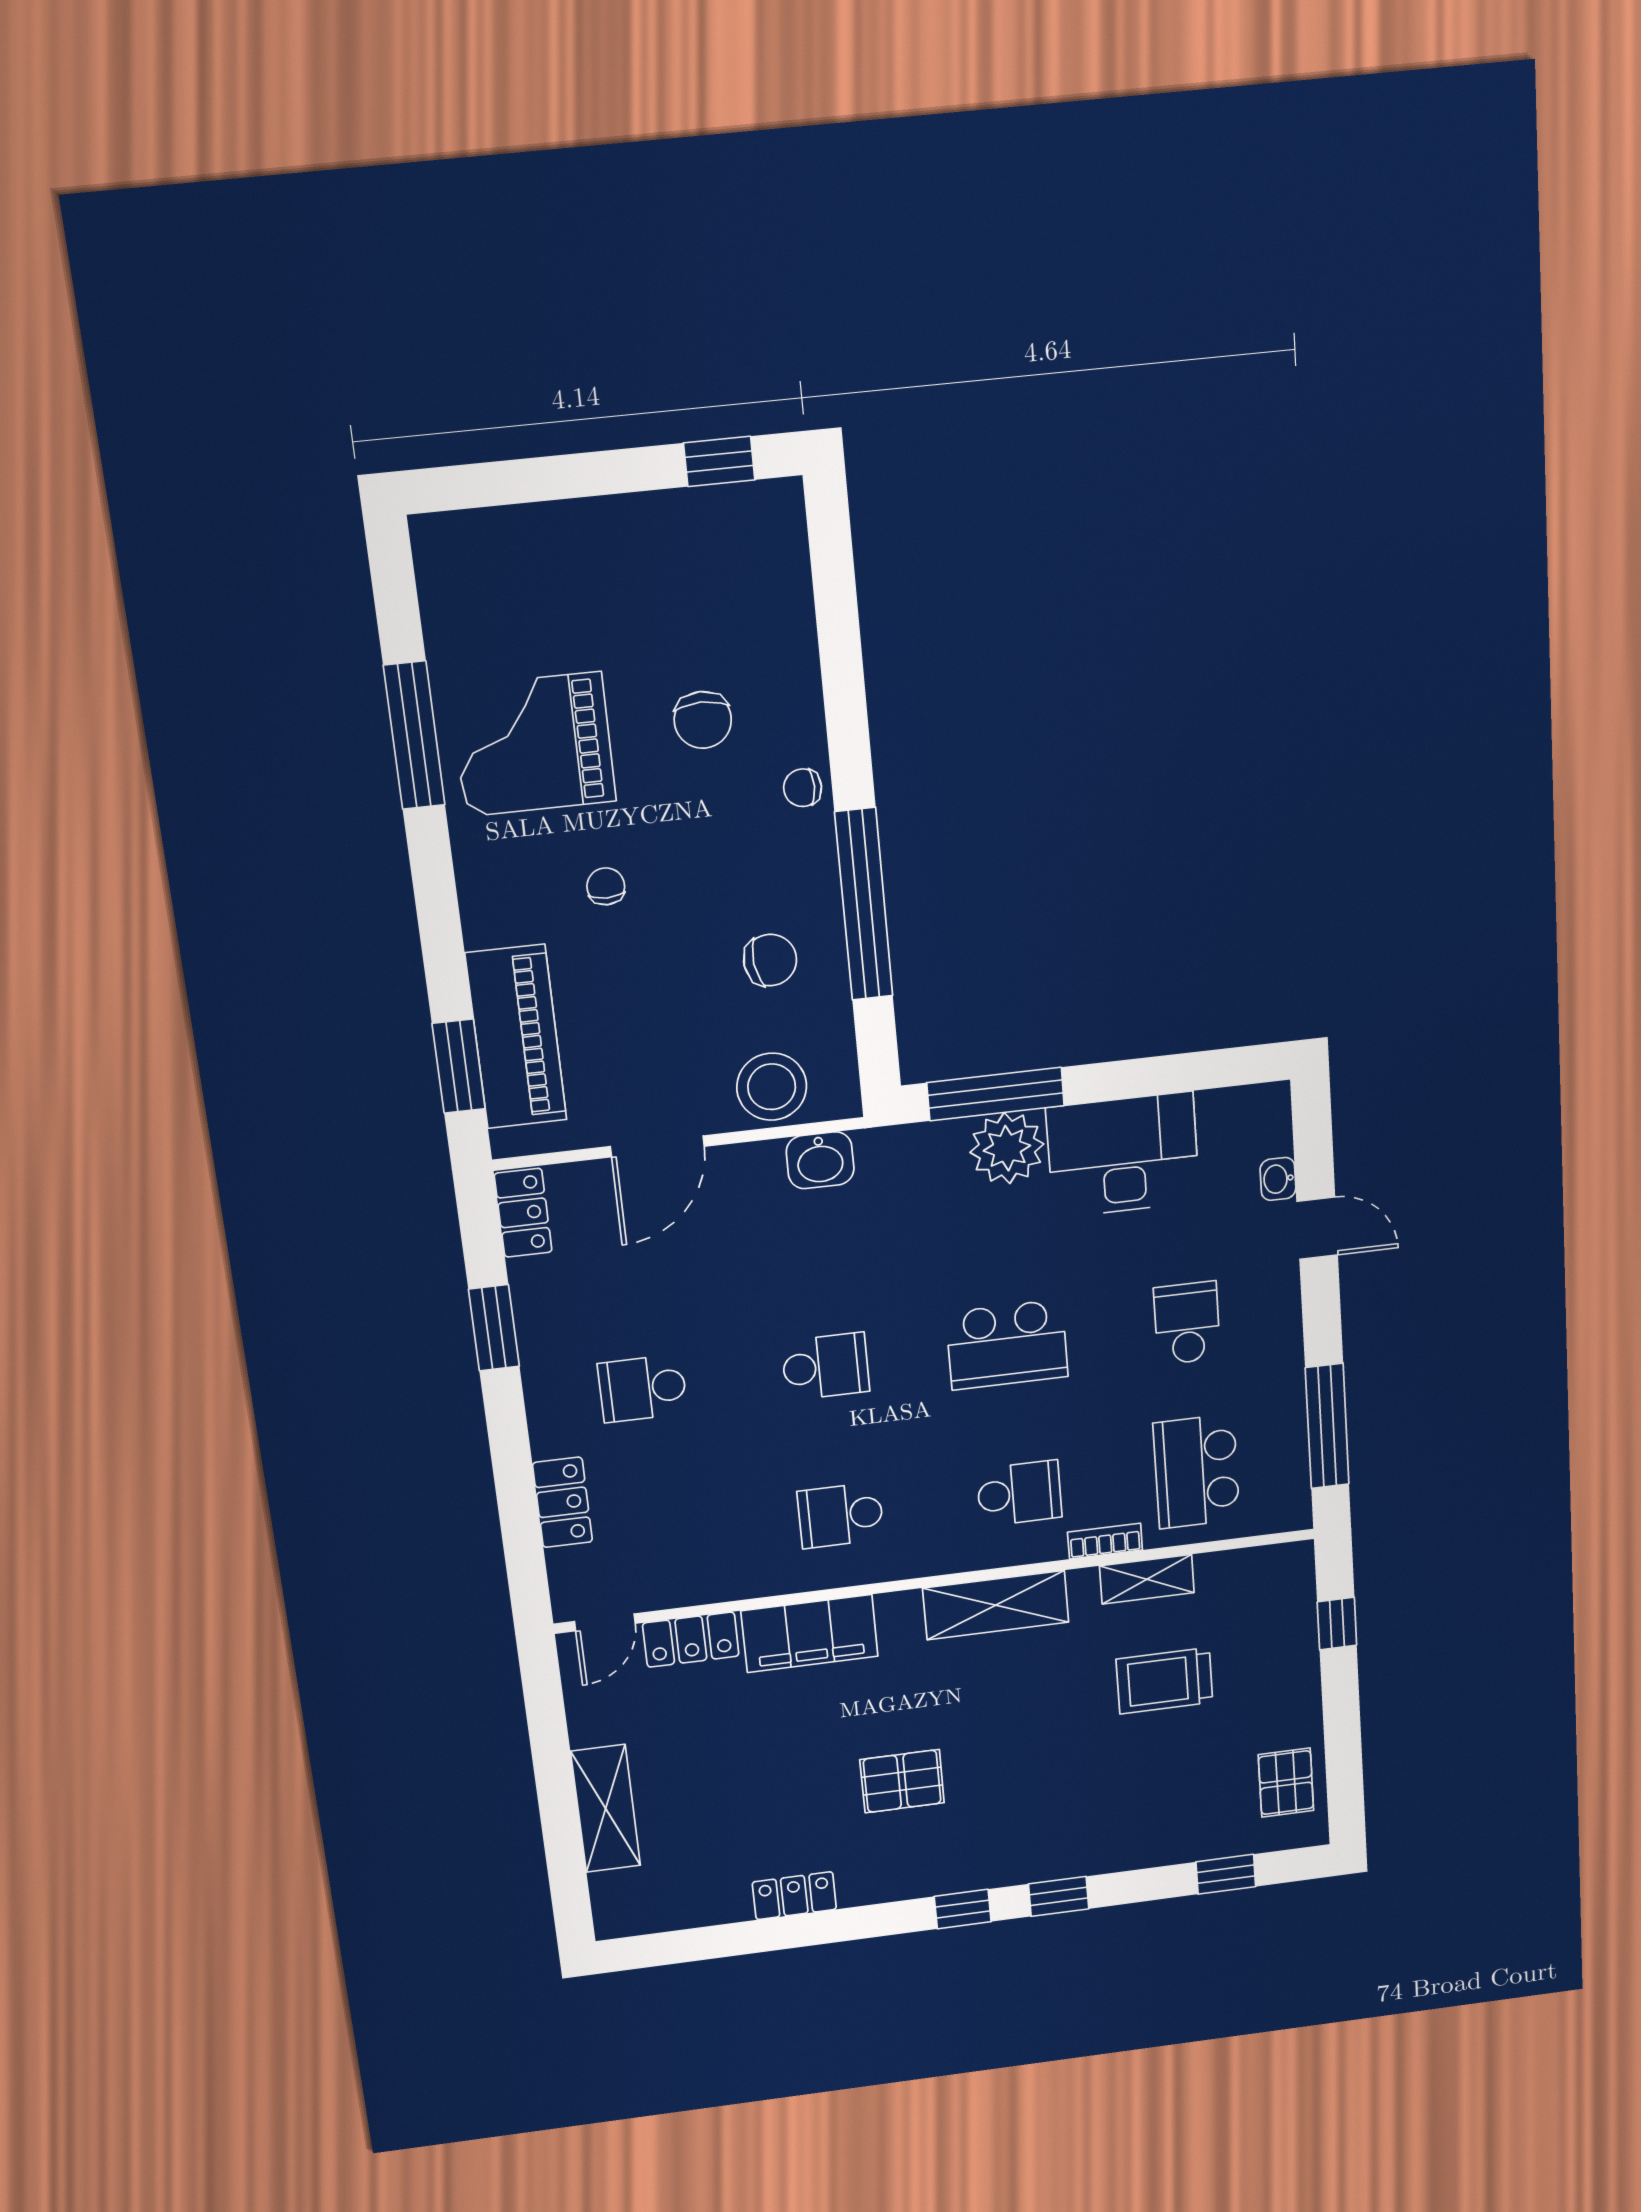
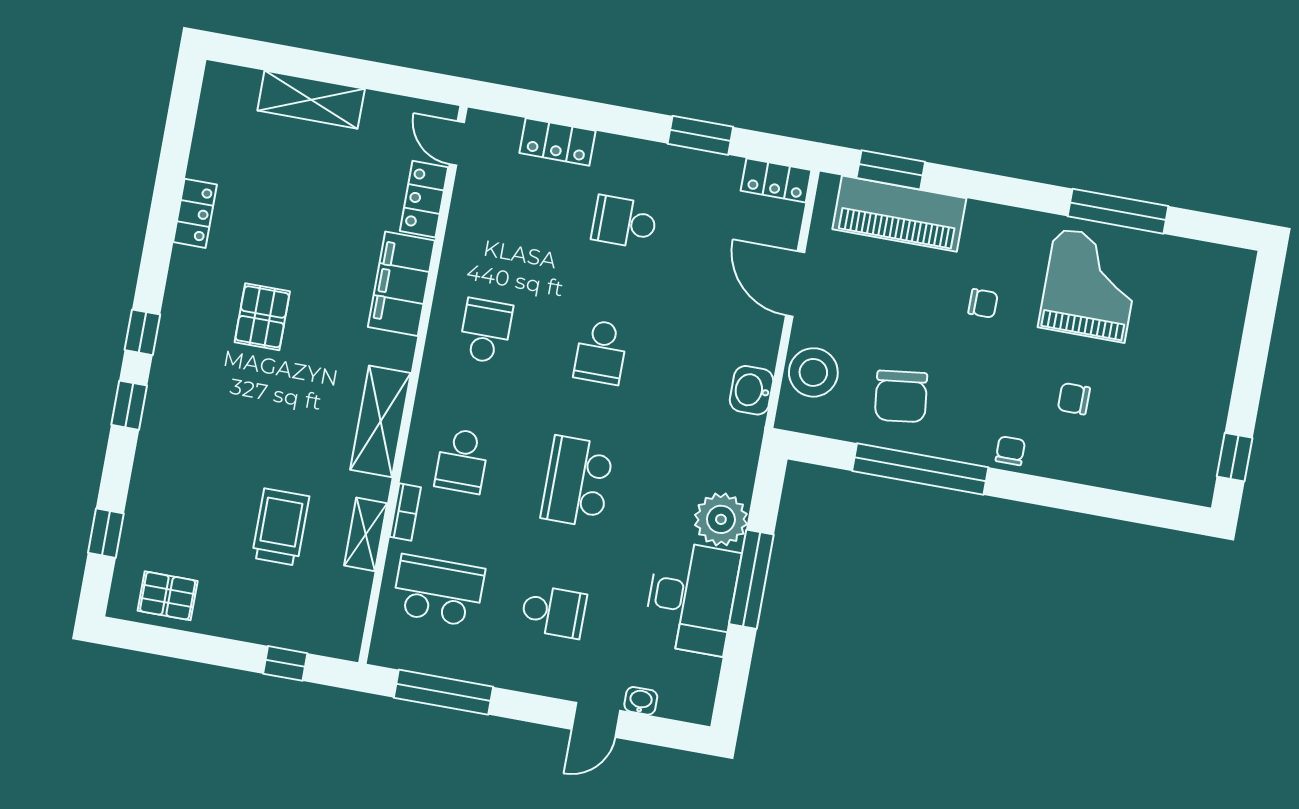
chair: (703, 720) -> (1074, 399), width x0.73, depth x0.73
chair: (770, 960) -> (901, 396), width x1.37, depth x1.37
window: (996, 1094) -> (751, 579), moved
school desk: (643, 1388) -> (624, 222), turned -90

